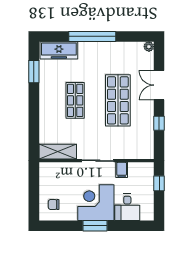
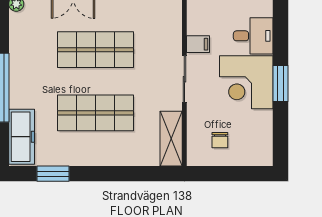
shop shelf: (75, 100) -> (95, 113), width x1.43, depth x1.36
chair: (54, 205) -> (220, 140), moved

